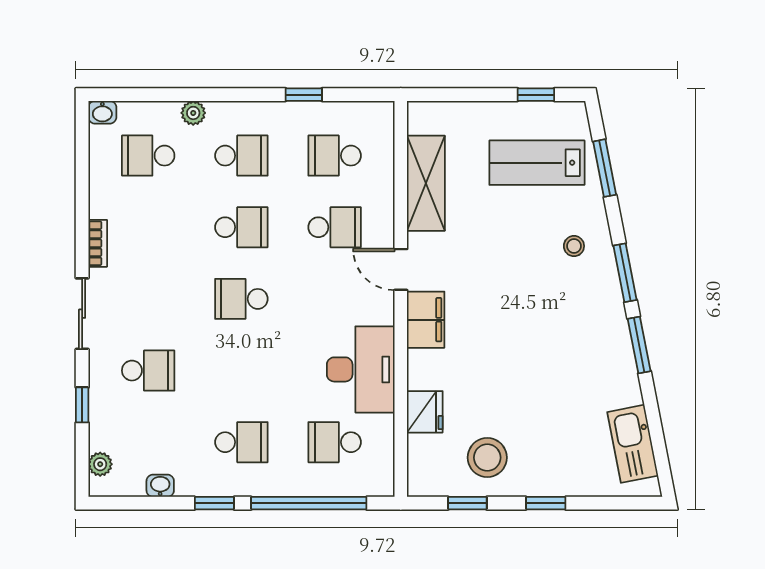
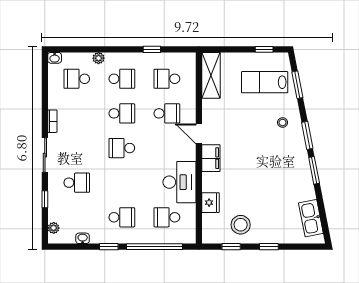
shelving: (426, 183) -> (211, 75), moved

